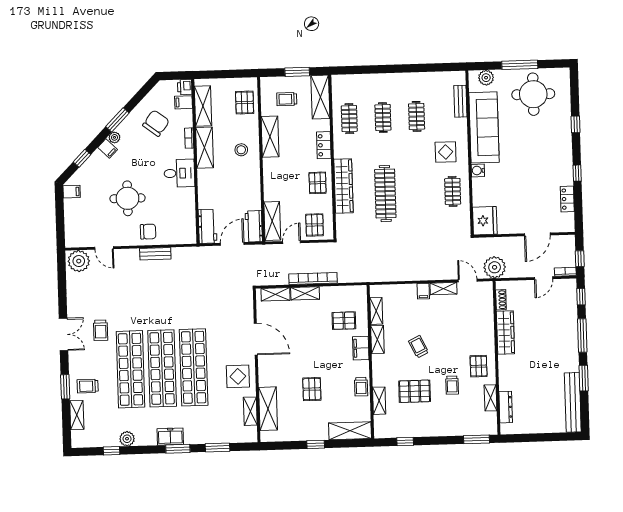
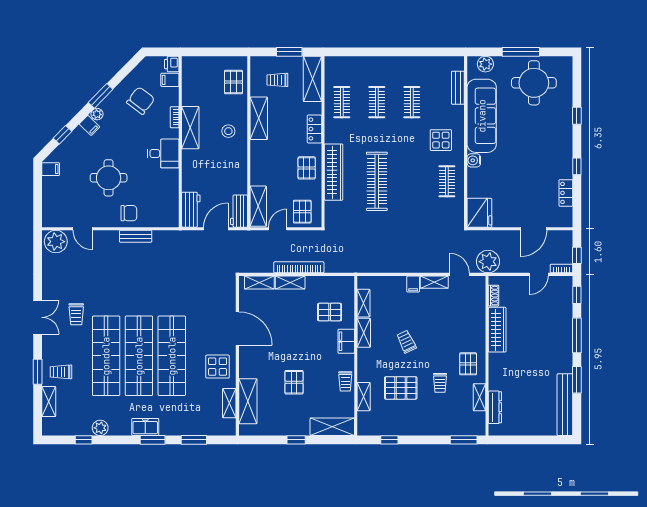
shelving: (203, 106) -> (190, 84), removed

